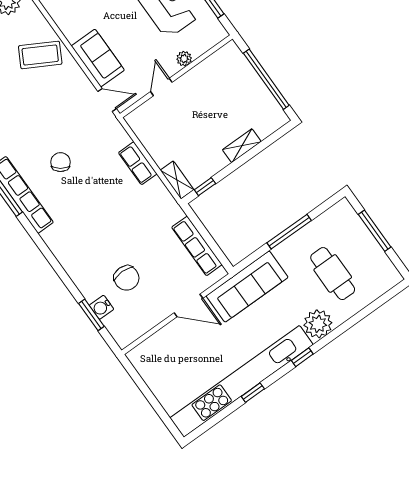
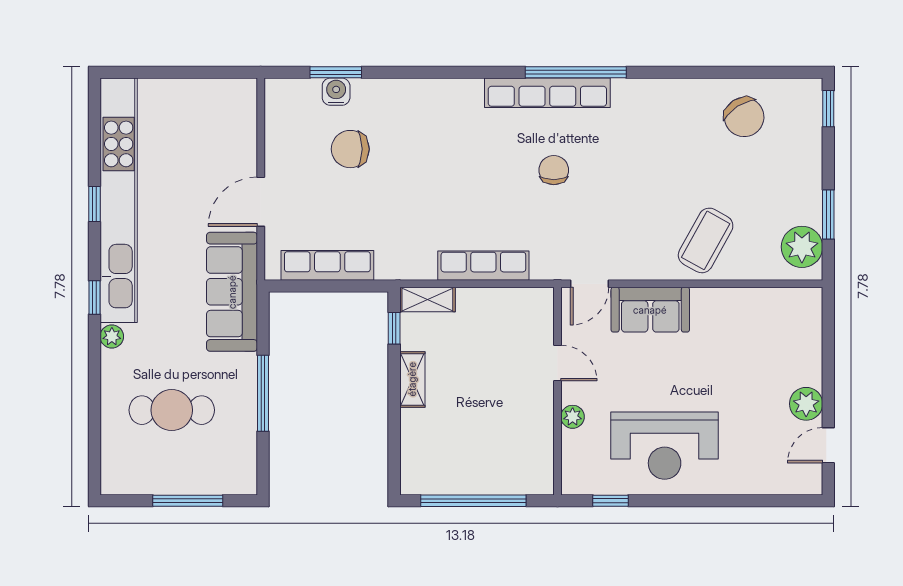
shelving: (242, 146) -> (412, 379), moved
chair: (61, 162) -> (554, 170), turned -126
row of seats: (138, 163) -> (483, 266), width x1.48
plant: (318, 324) -> (112, 336), width x0.53, depth x0.53

